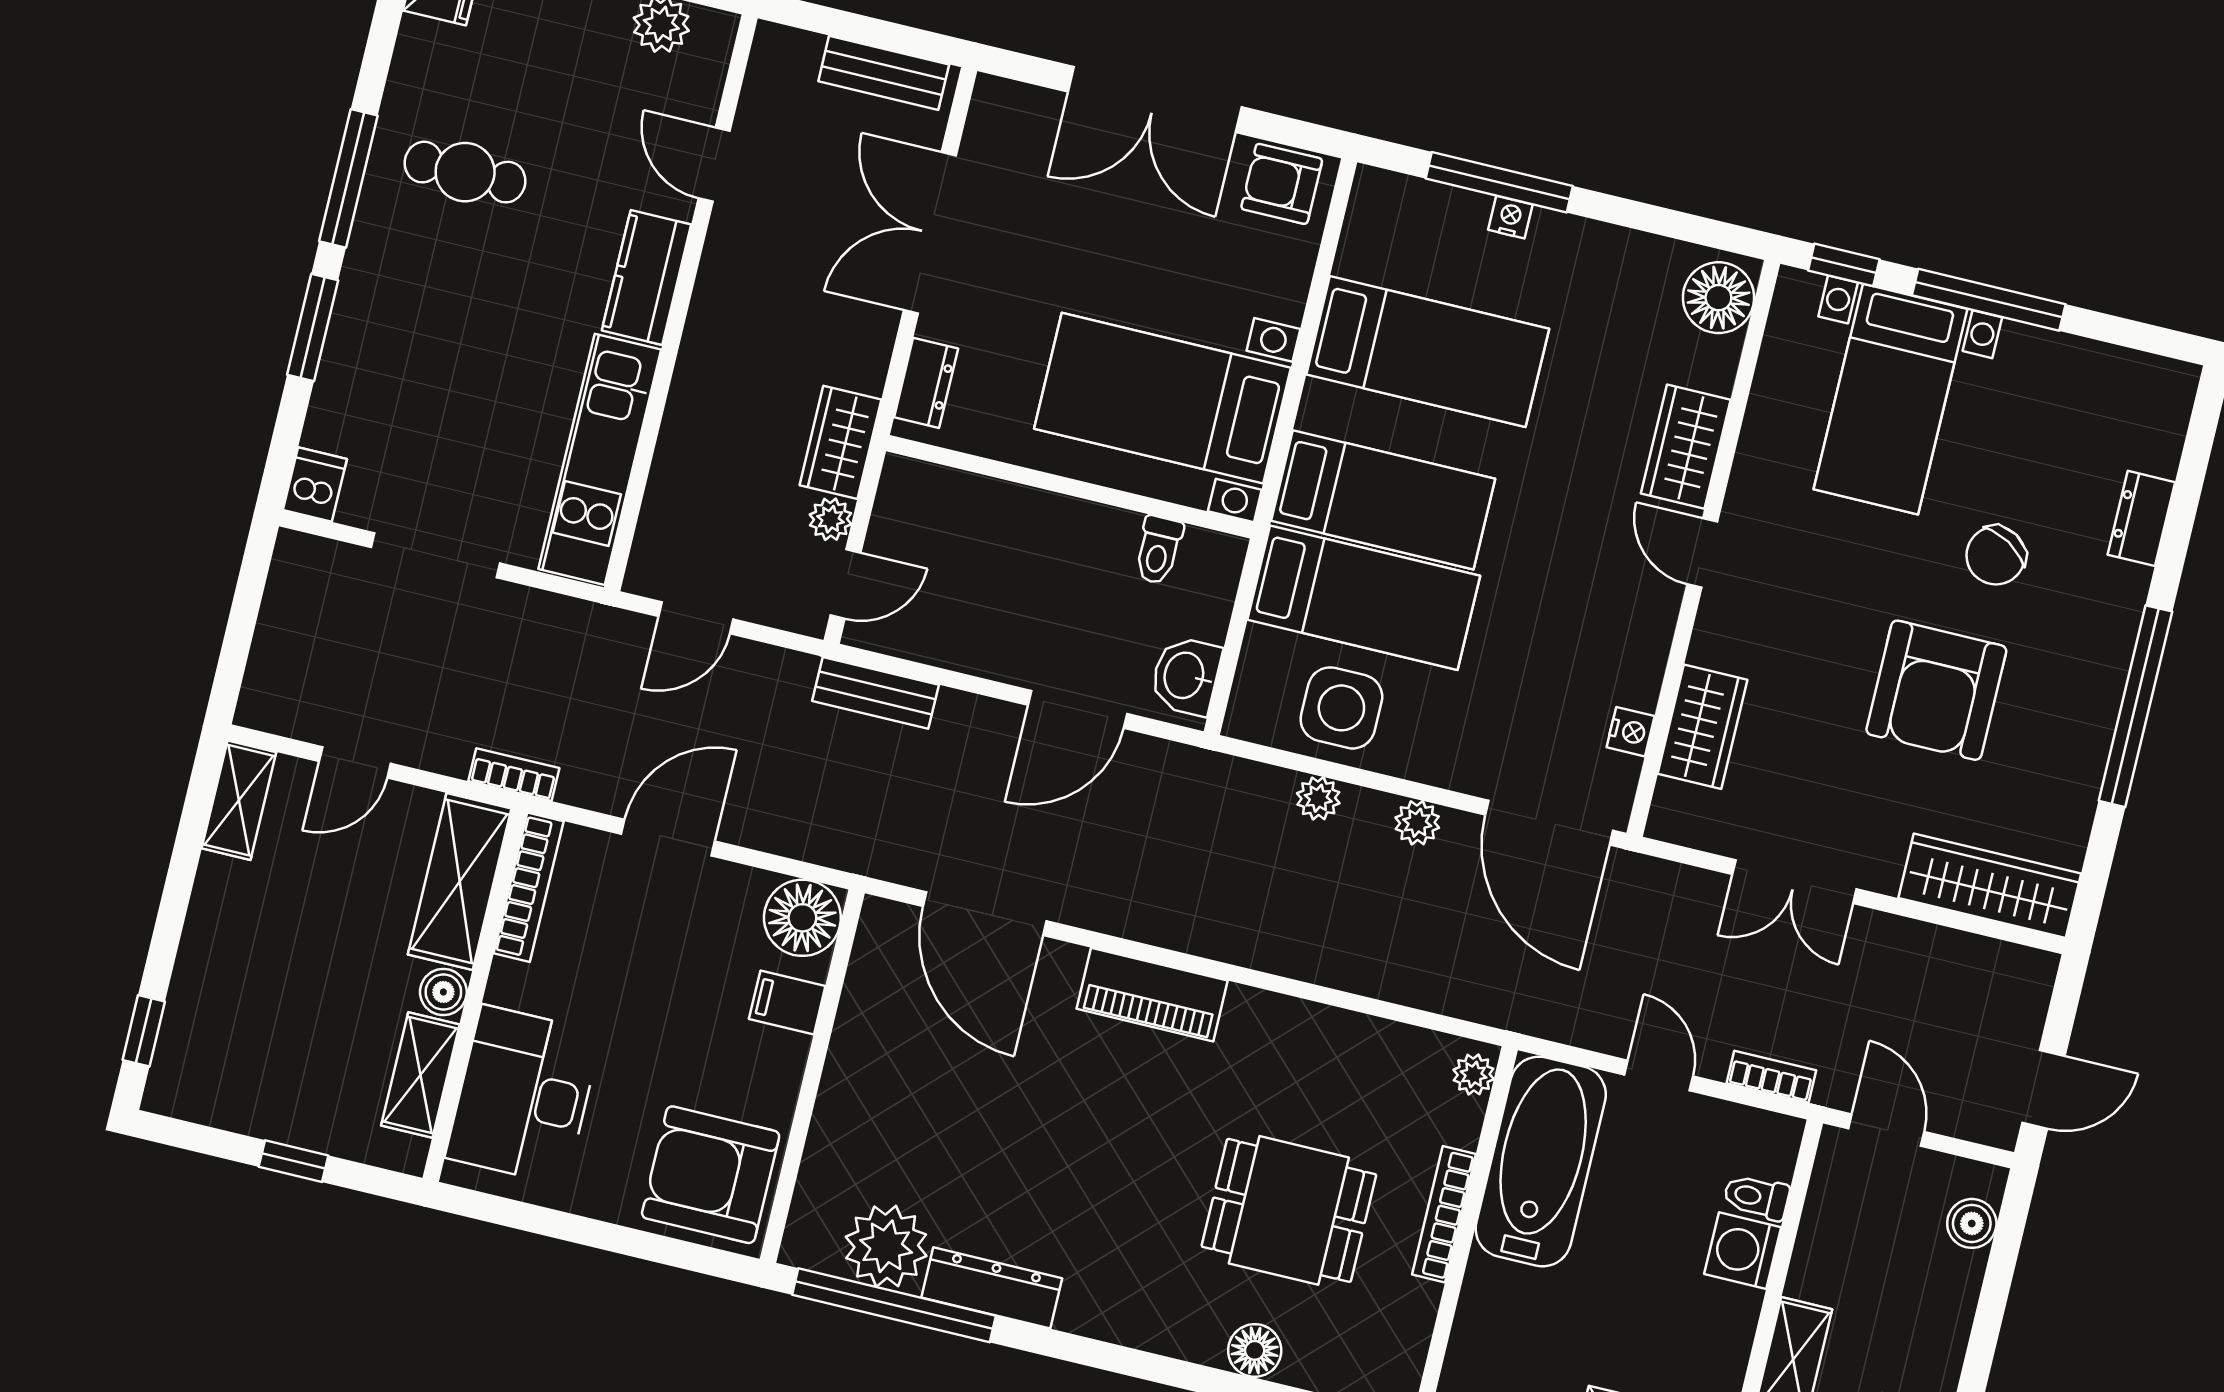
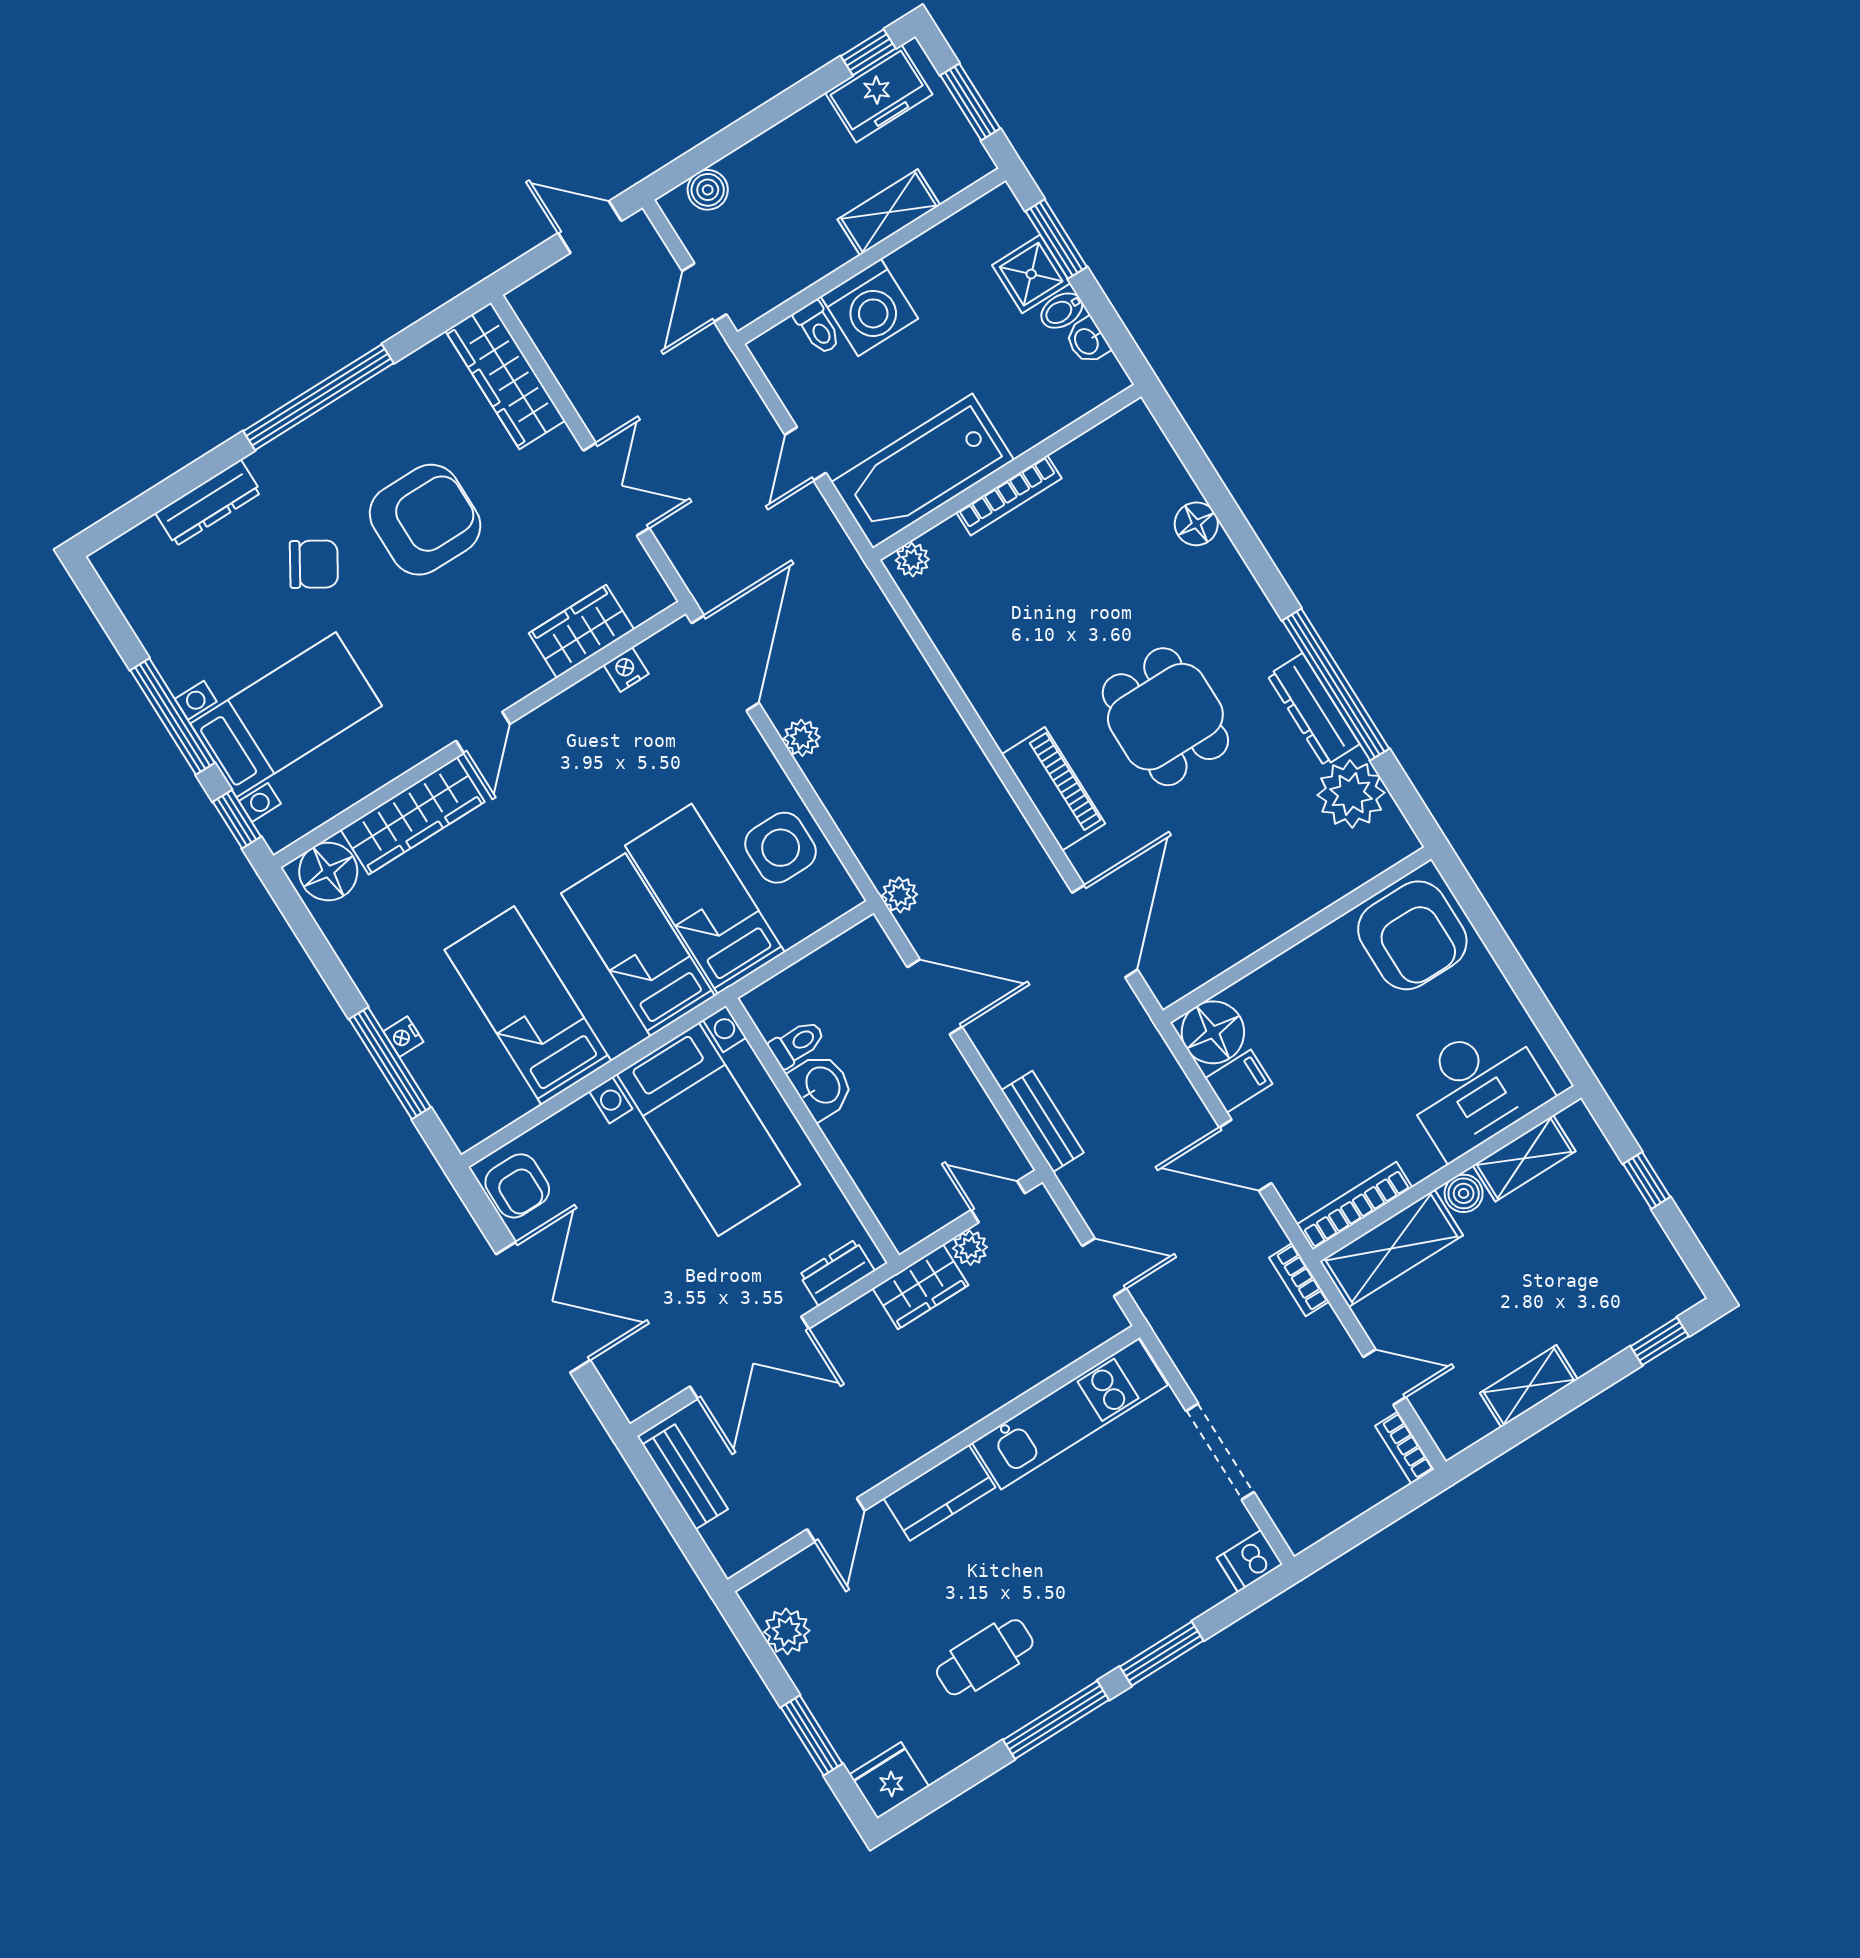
cafe table: (465, 172) -> (985, 1657), turned 90
wardrobe: (1686, 447) -> (413, 816), width x1.50
dresser: (2141, 518) -> (208, 503), width x1.44
washbasin: (1186, 676) -> (822, 1086), moved, turned -90
plant: (1318, 798) -> (900, 895), moved
shelving: (239, 800) -> (1529, 1386), moved
filing cabinet: (787, 1002) -> (1239, 1081), moved, turned -90
bookcase: (1771, 1077) -> (1405, 1448), moved
dining table: (1289, 1210) -> (1165, 717), moved
washing machine: (1743, 1251) -> (869, 307), width x1.37, depth x1.37
window: (894, 1305) -> (1336, 685), moved

